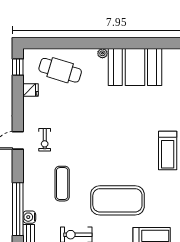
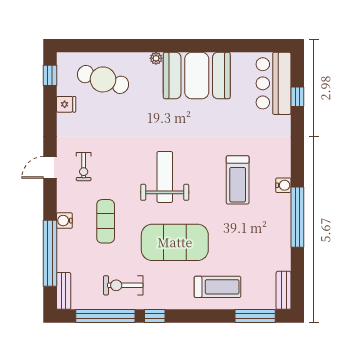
weight bench: (109, 148) -> (165, 177), added
water cooler: (29, 217) -> (64, 221), moved

